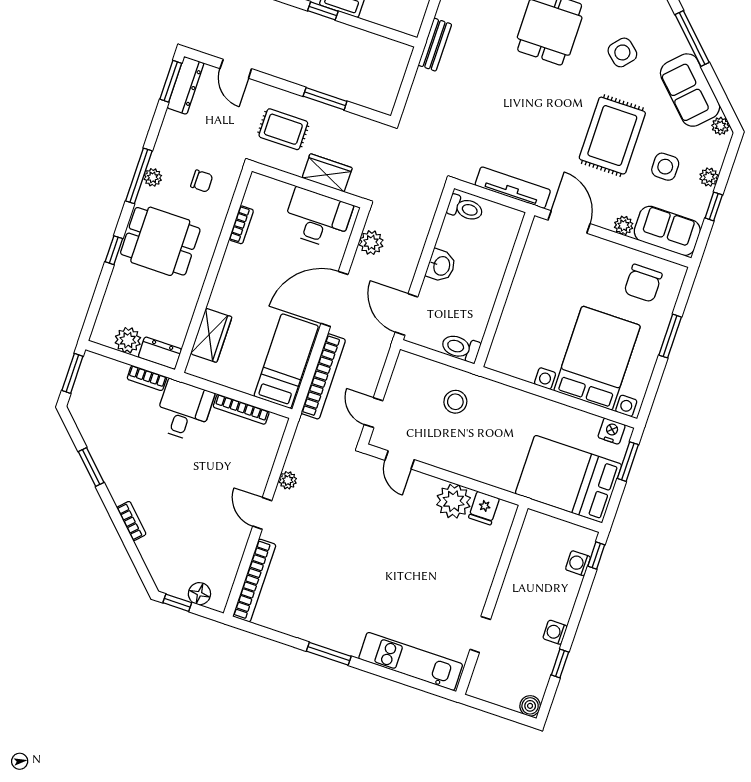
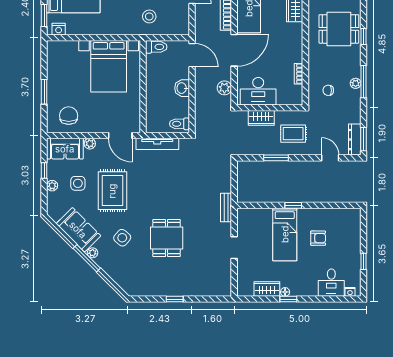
plant: (720, 126) -> (92, 253), moved
dining table: (160, 241) -> (339, 29), moved
bed with nightstands: (597, 358) -> (109, 66), moved

